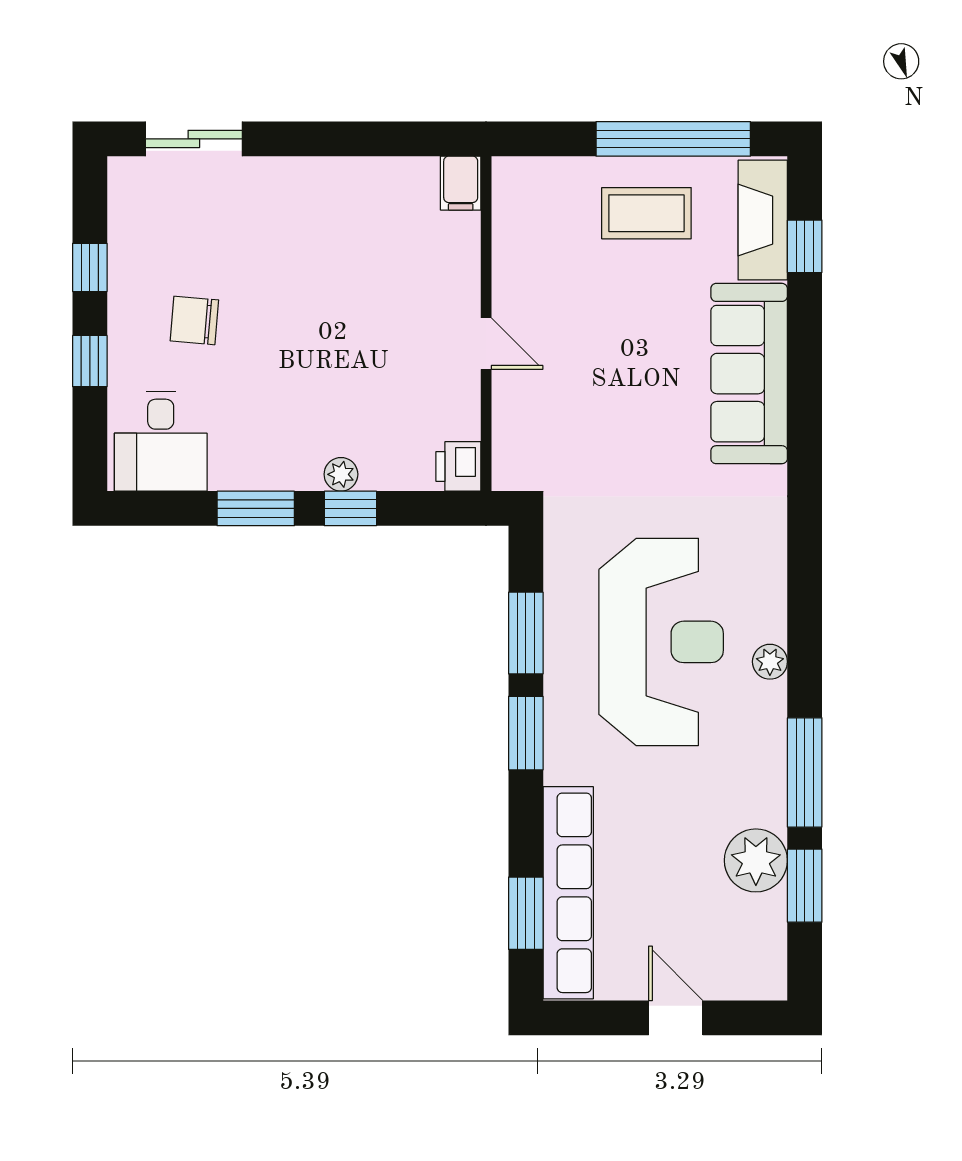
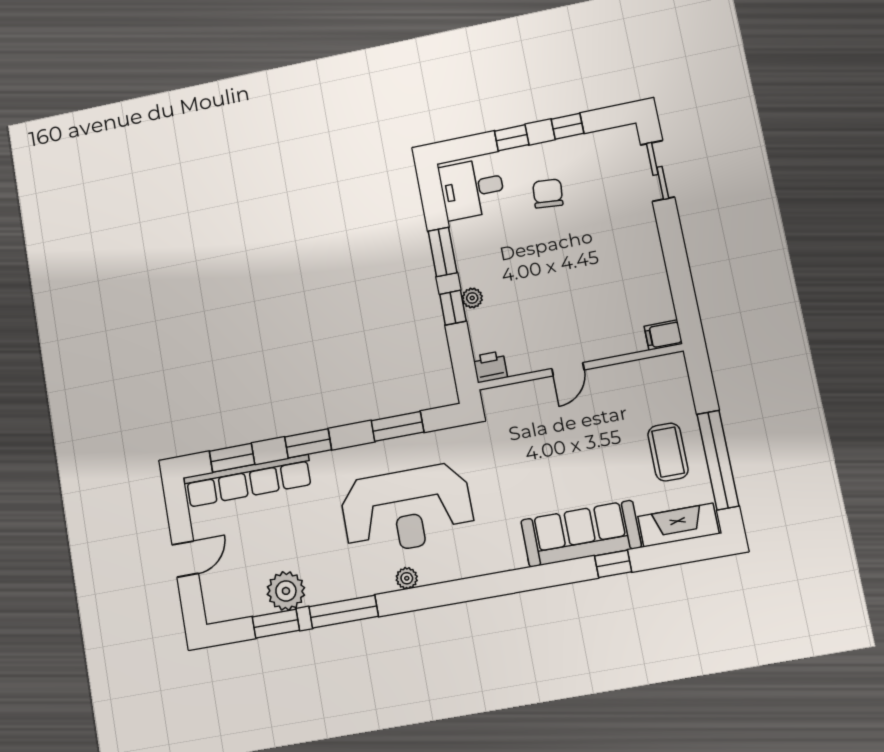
window: (805, 246) -> (613, 564), moved
window: (526, 733) -> (308, 443), moved

